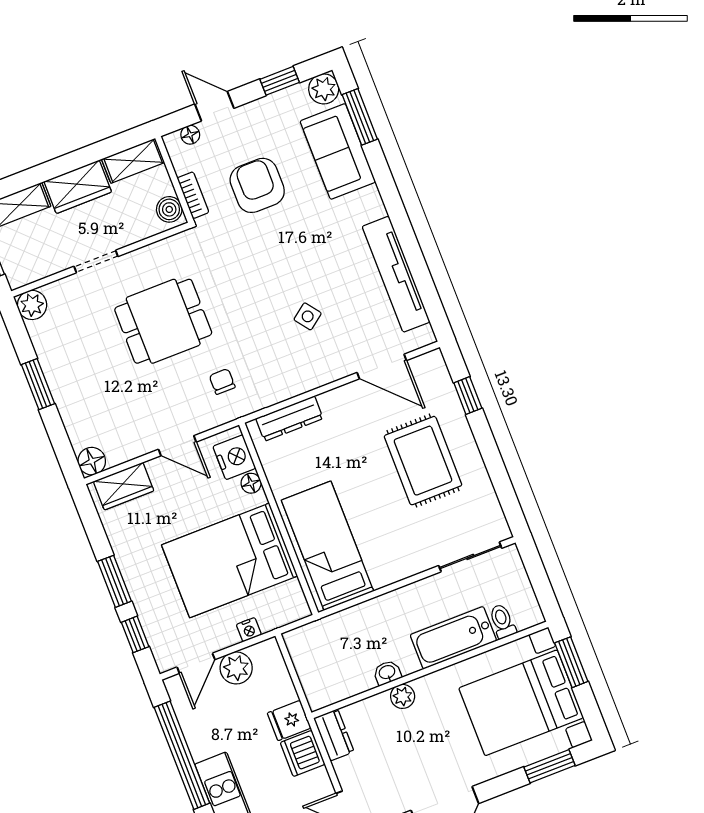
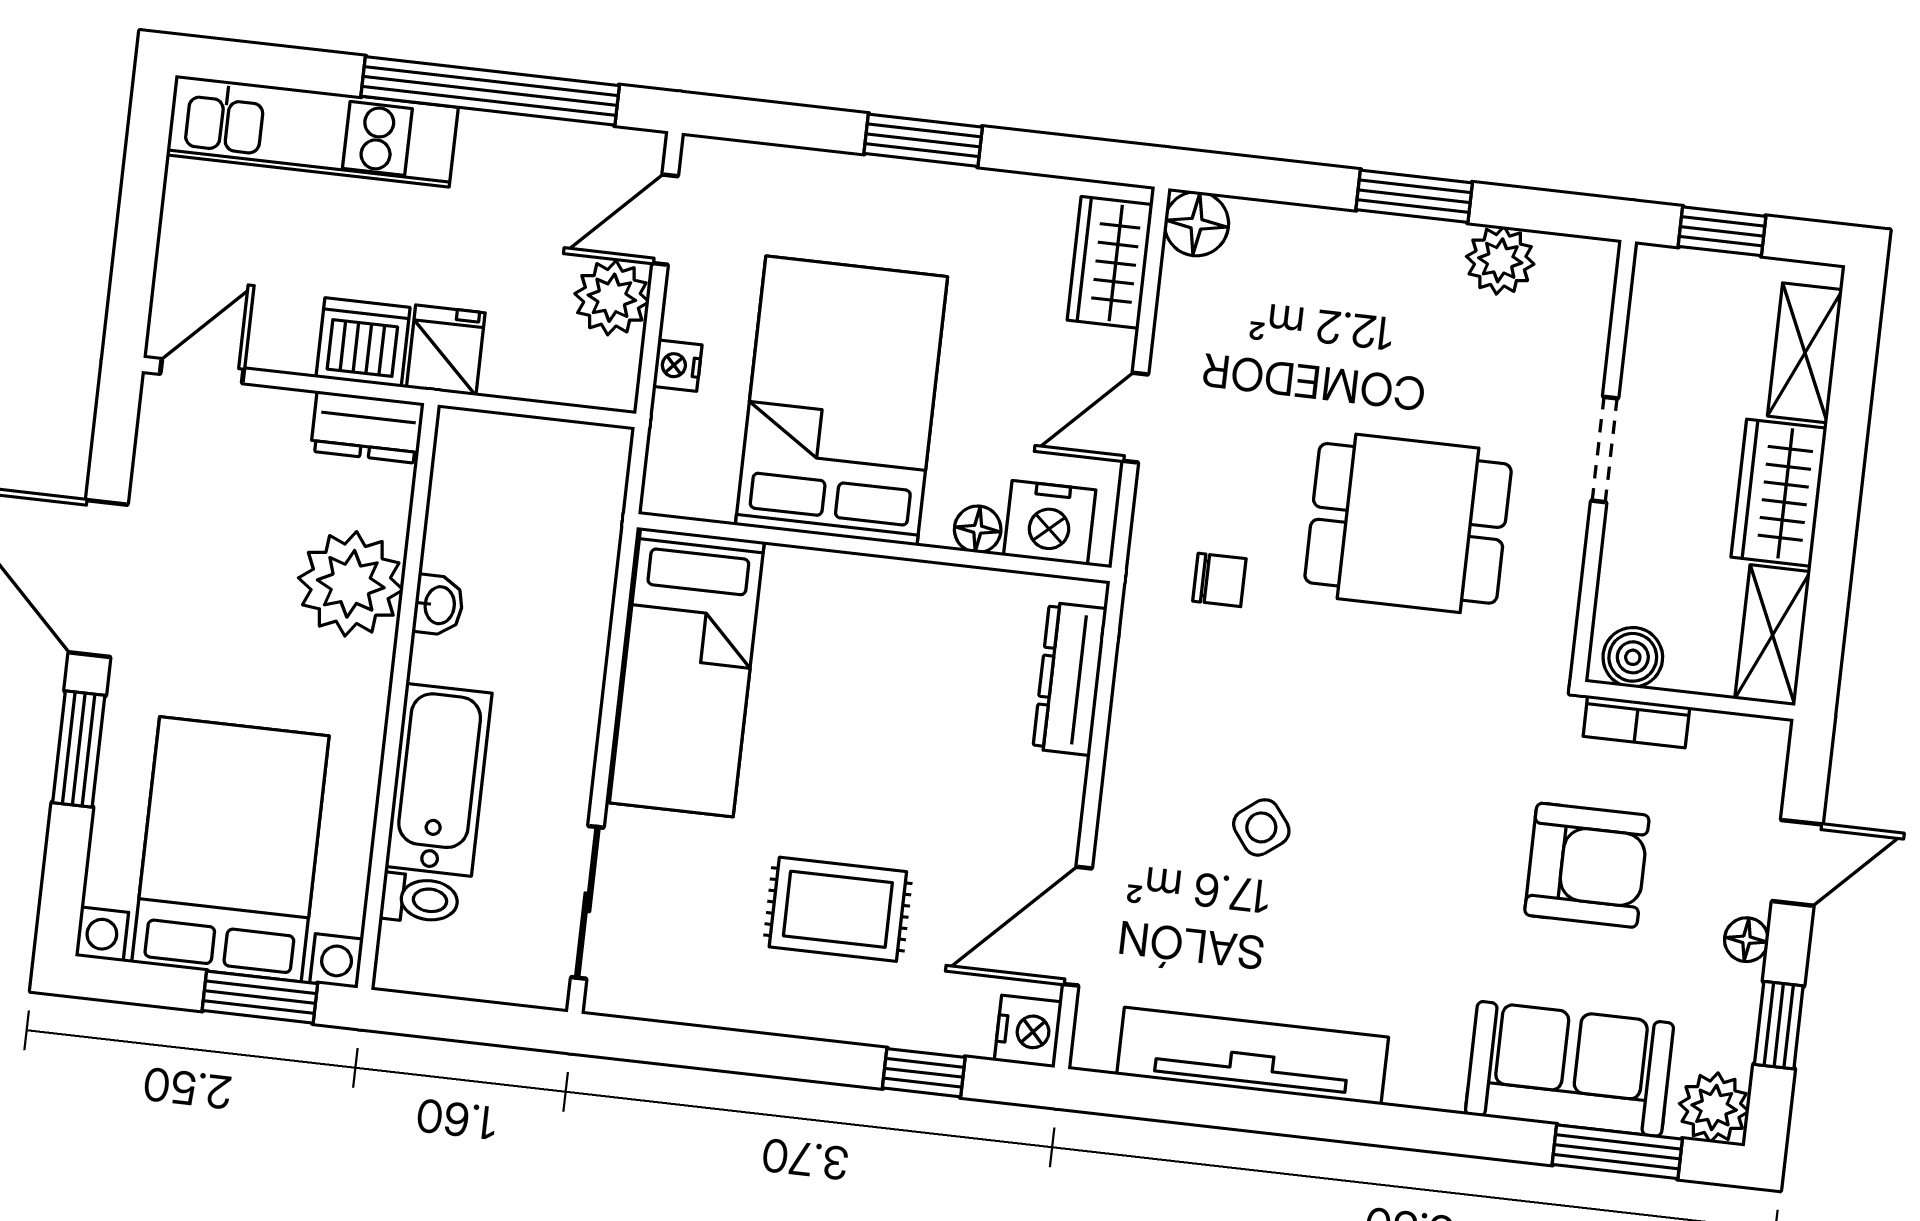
floor lamp: (190, 135) -> (1746, 940), moved
plant: (32, 305) -> (1500, 260), moved
dining table: (163, 321) -> (1408, 523), turned 90
nightstand: (431, 364) -> (1028, 1031), added
rug: (423, 461) -> (838, 909), width x0.73, depth x0.70
bed: (327, 546) -> (687, 672), moved, turned 90
window: (135, 634) -> (791, 125), removed
door: (196, 663) -> (665, 220), hinge flipped
plant: (403, 696) -> (351, 584), width x1.88, depth x1.88
window: (549, 766) -> (79, 749), moved

